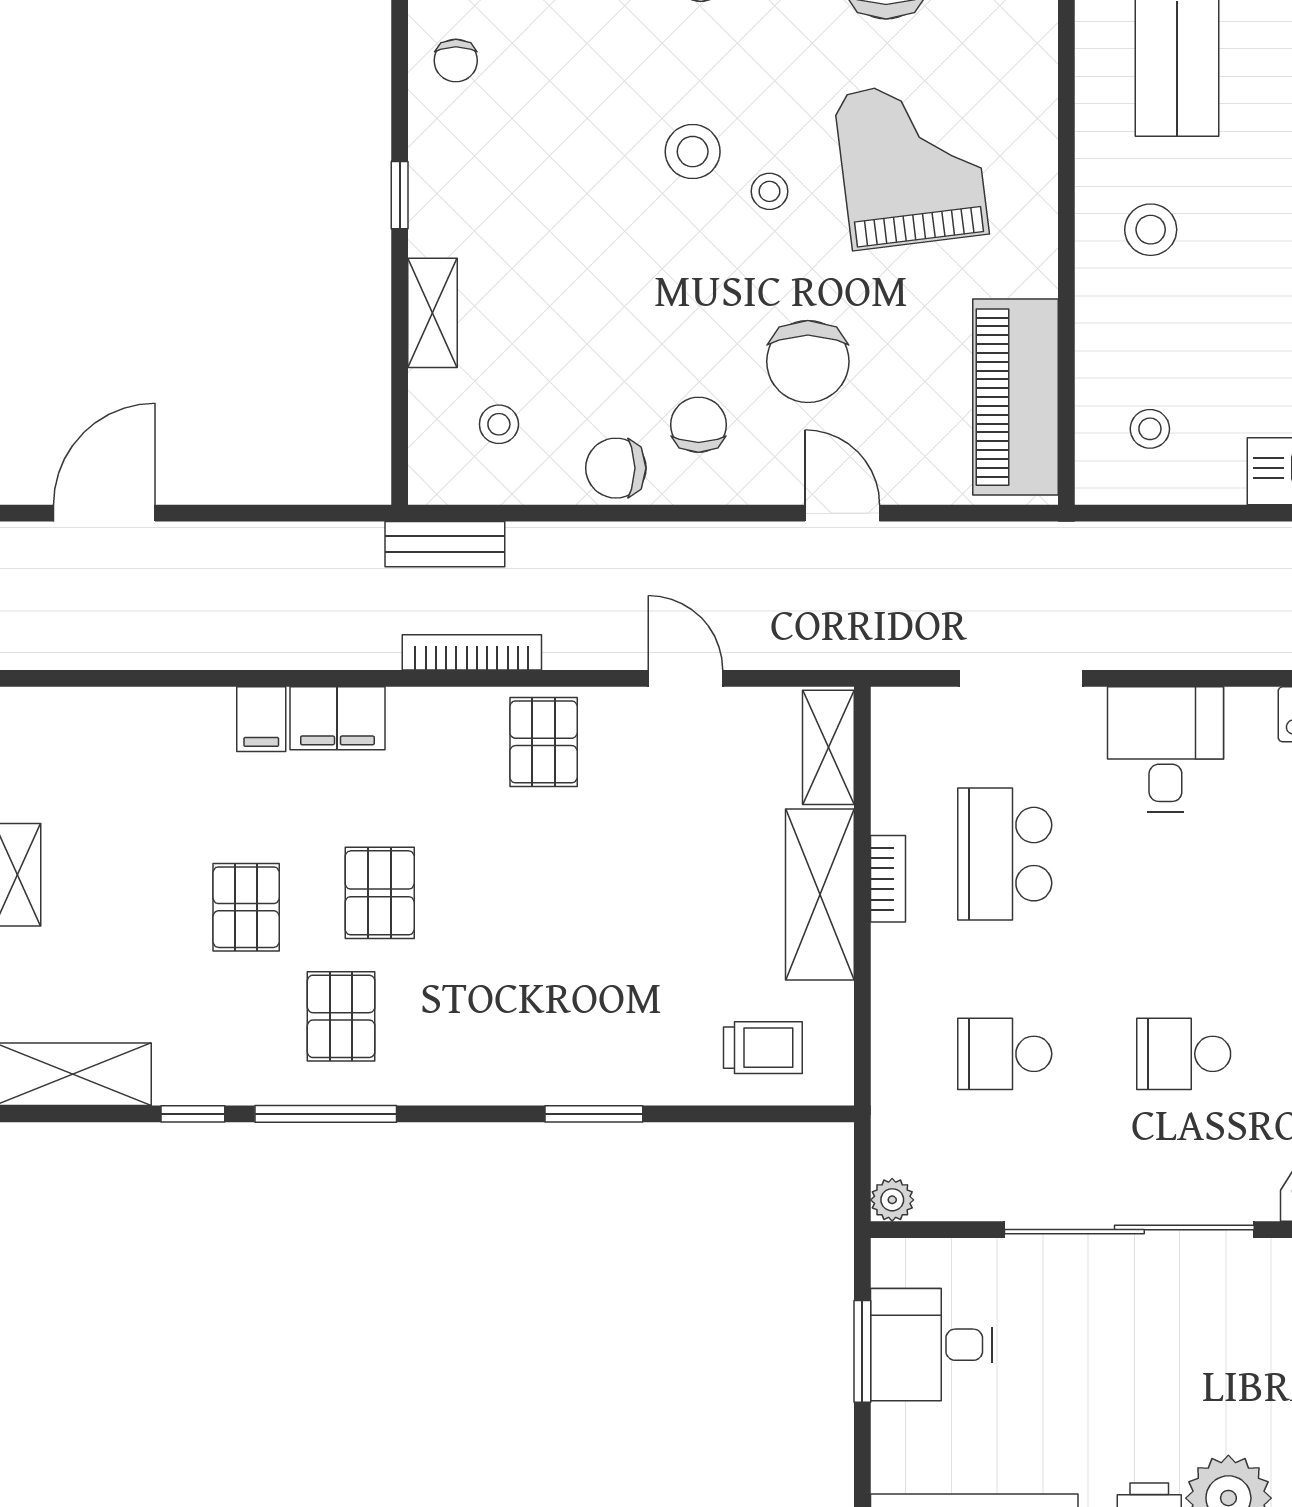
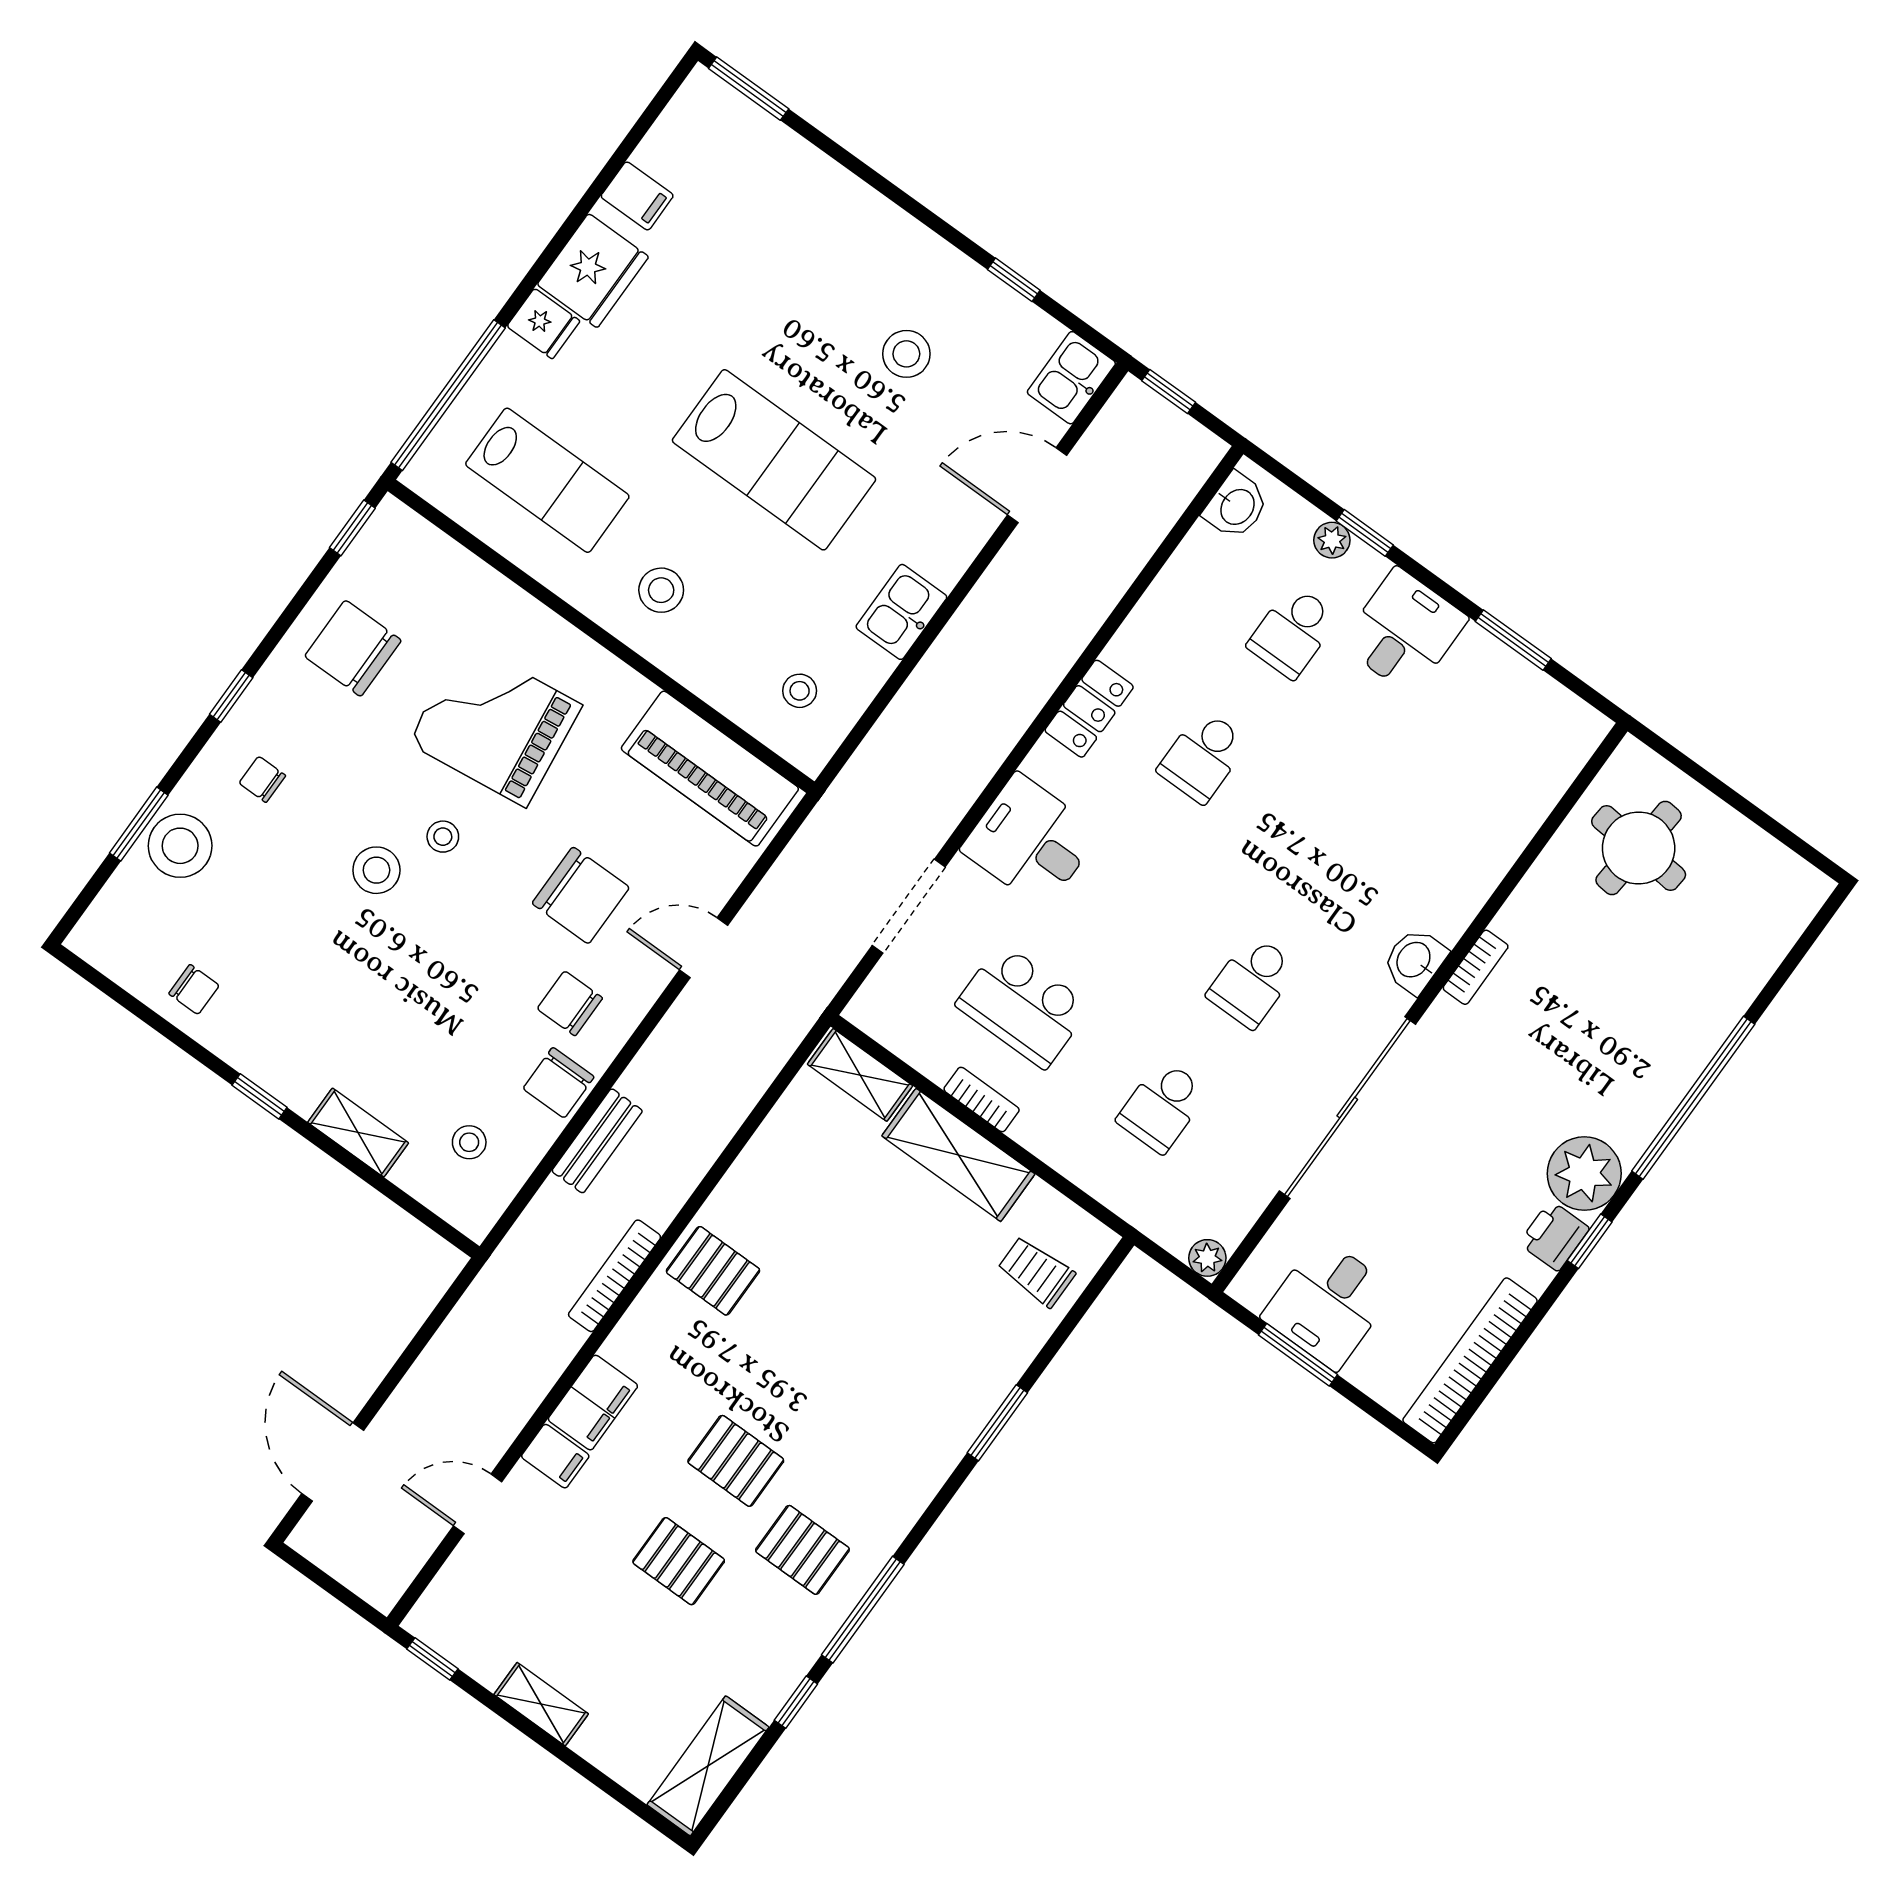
bench: (445, 544) -> (597, 1141), moved
door: (686, 678) -> (478, 1504), moved
trolley: (763, 1048) -> (1036, 1272), turned -90

